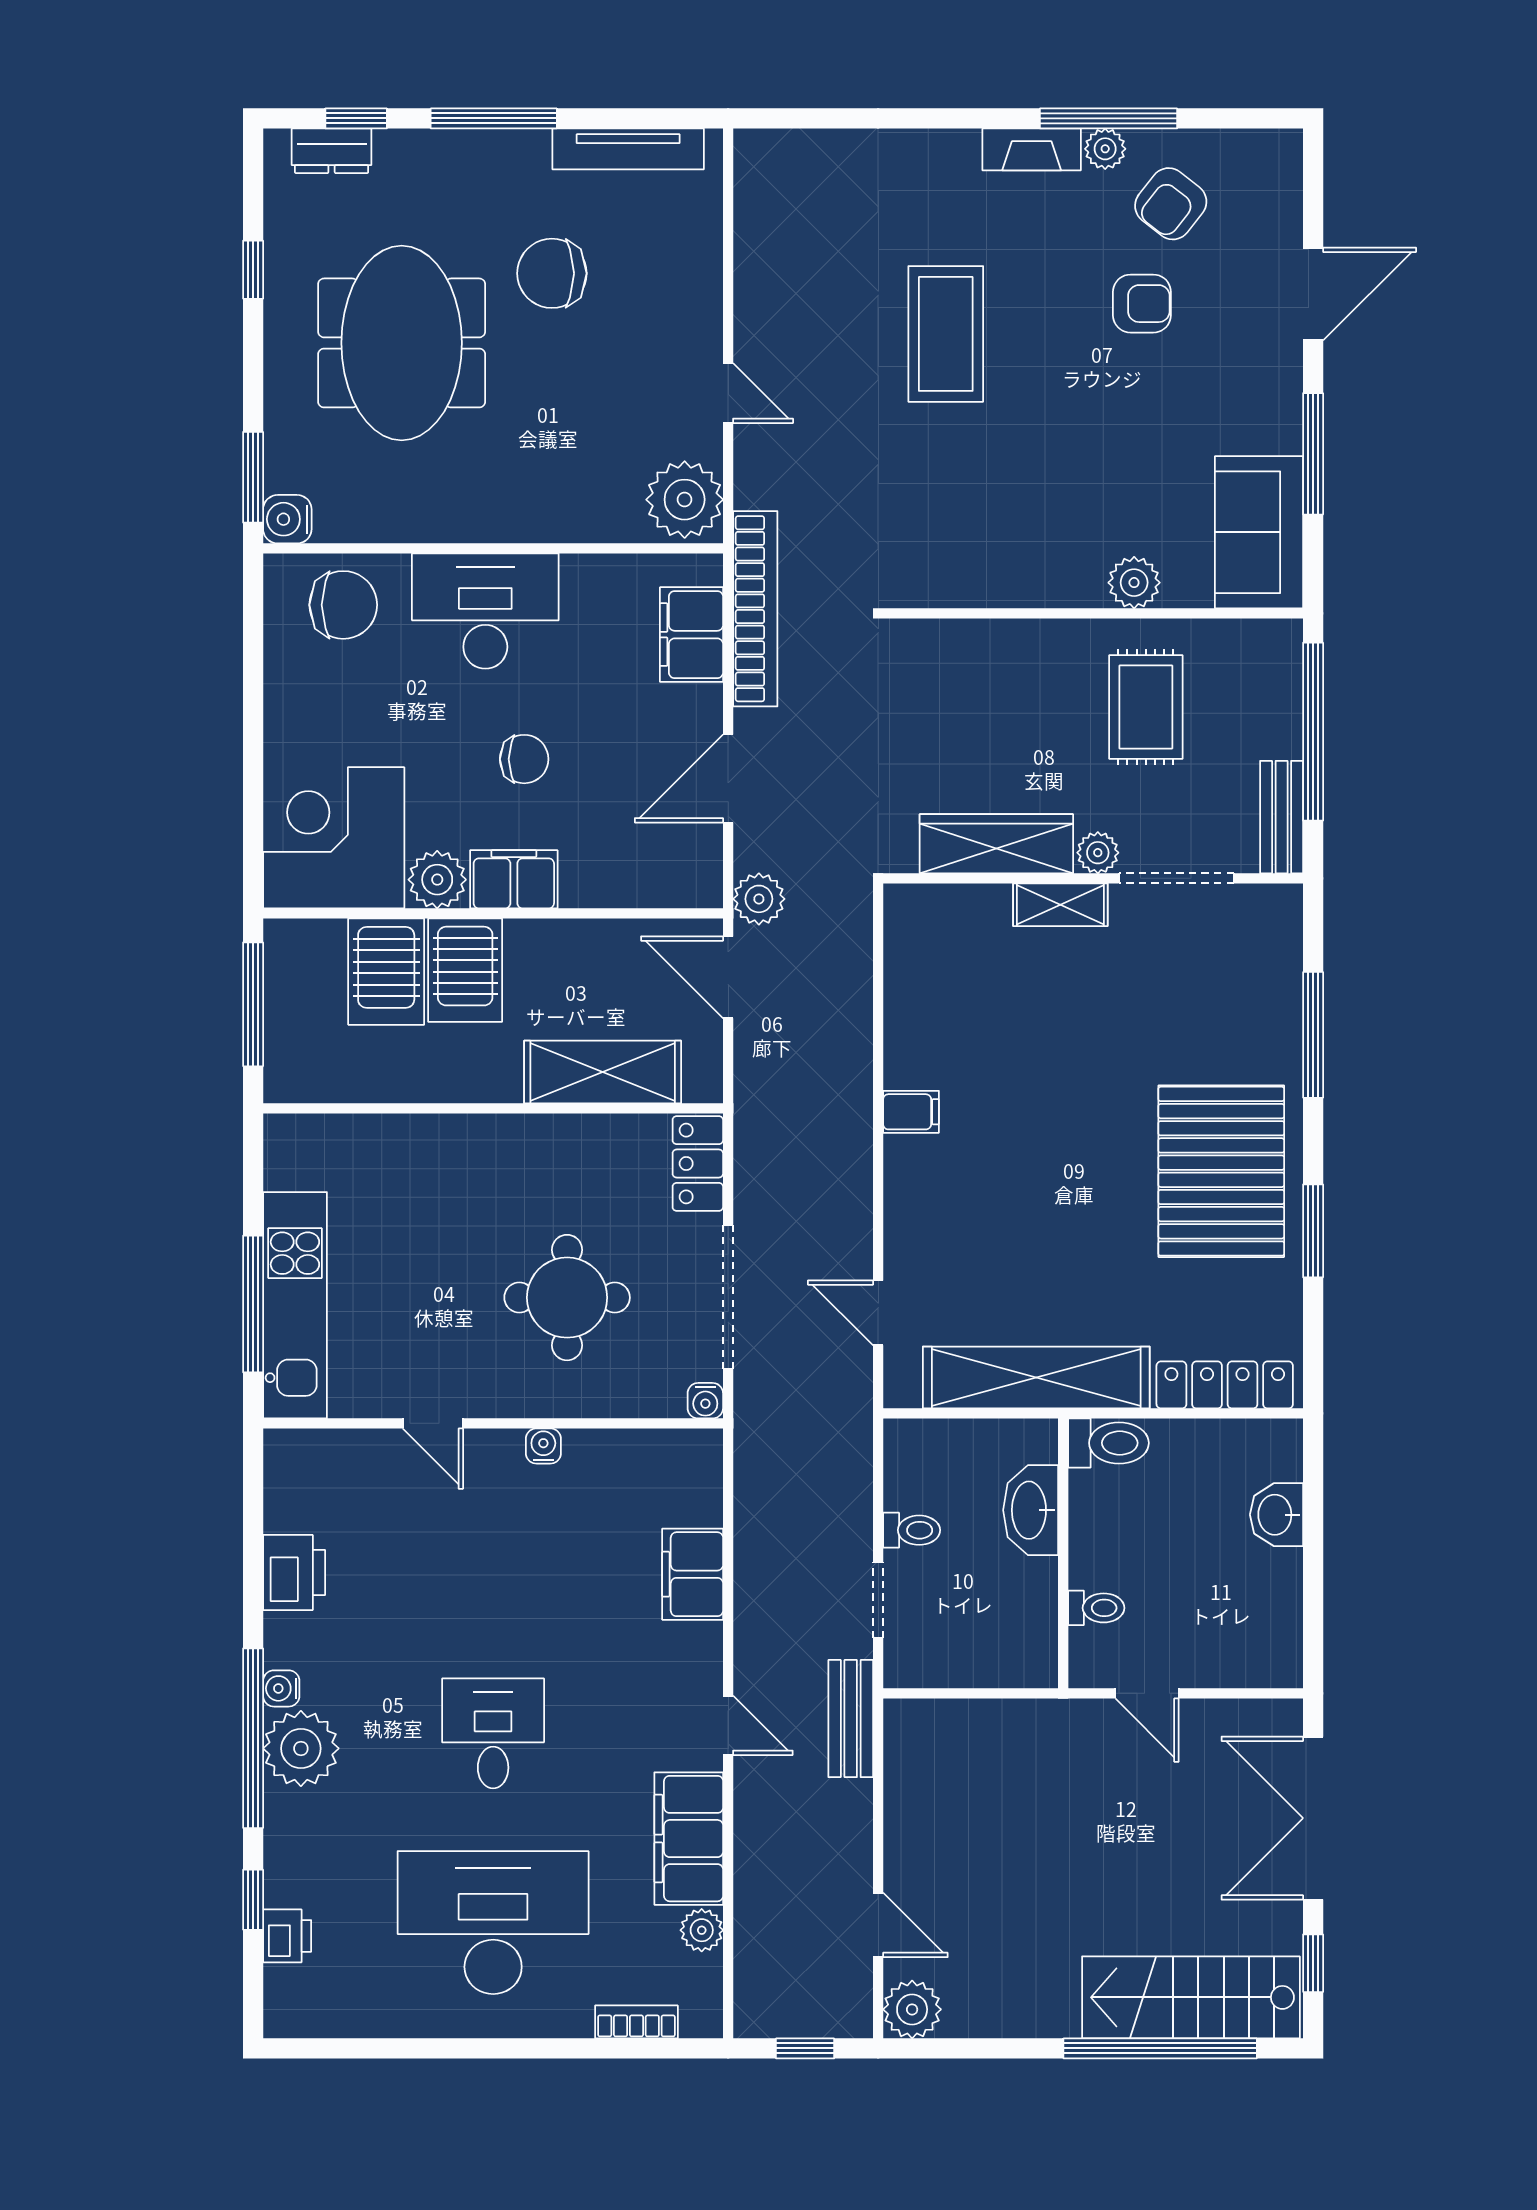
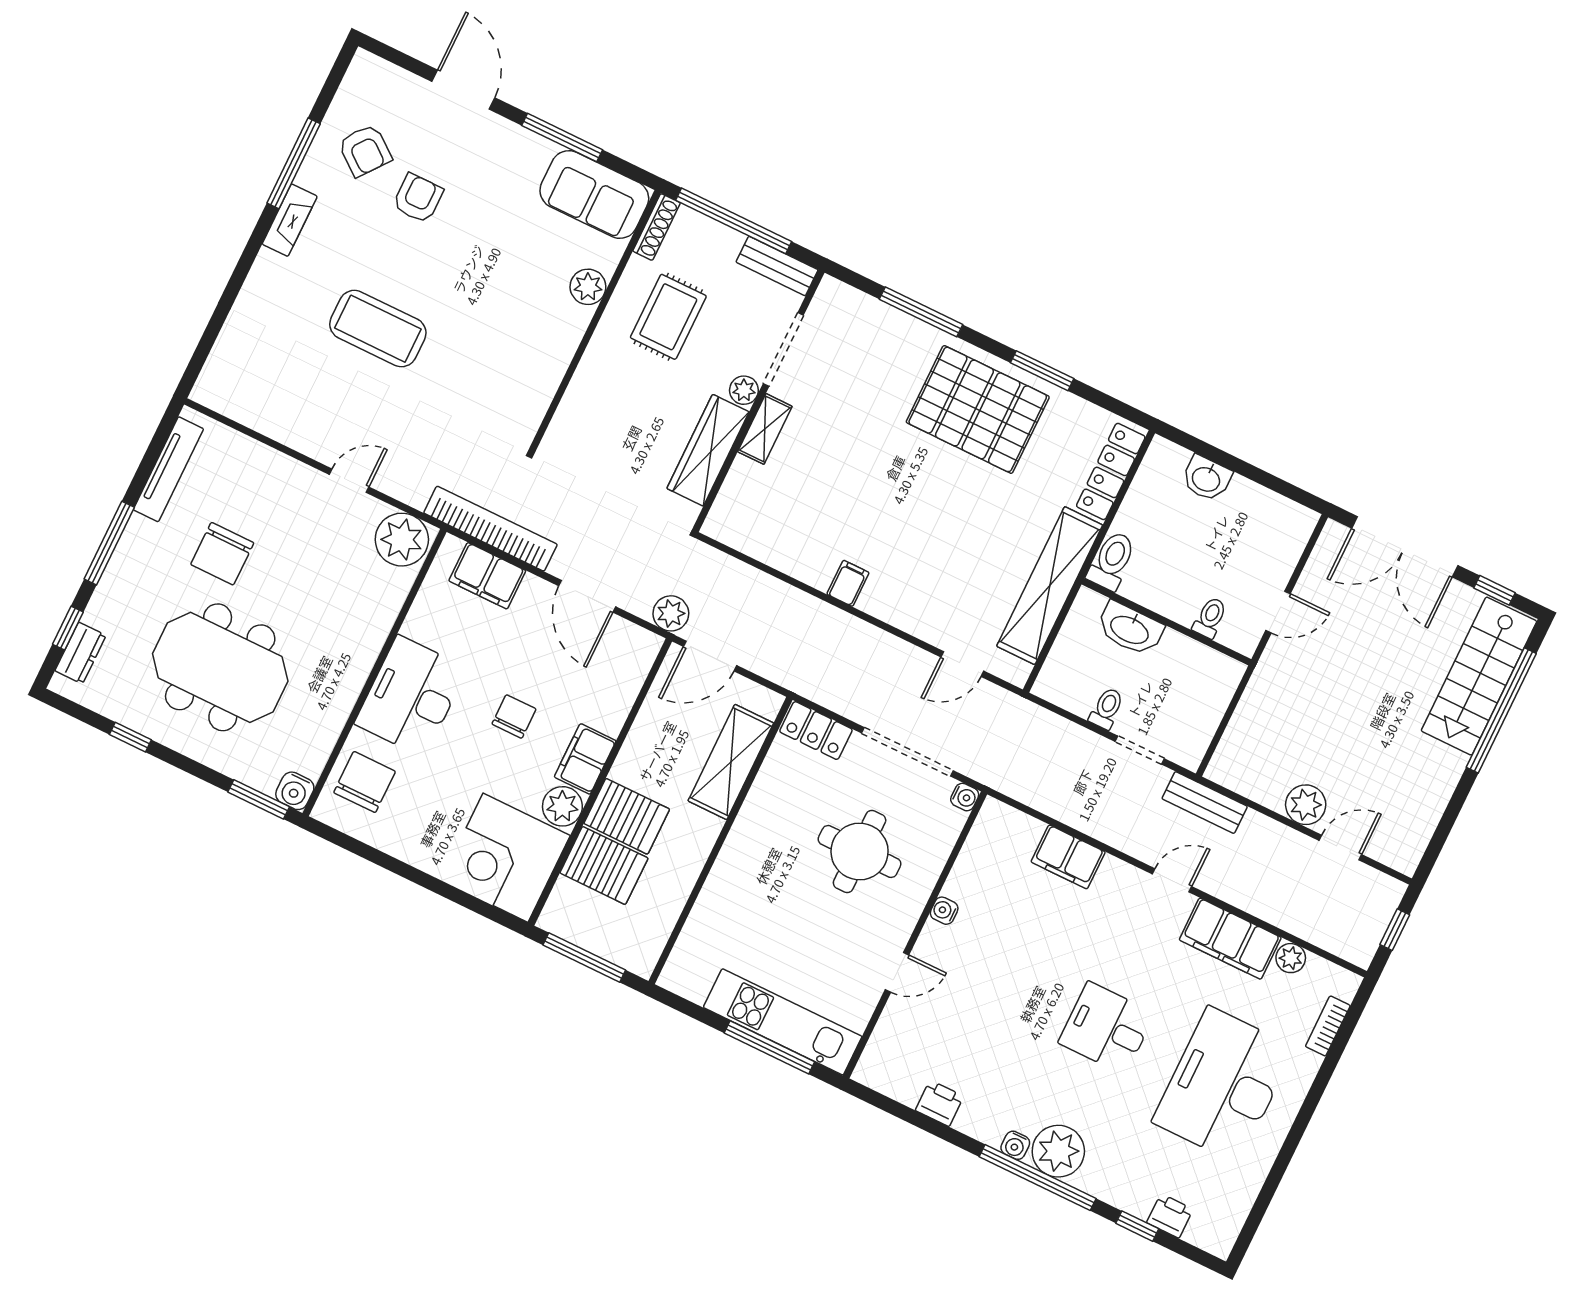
plant: (1105, 149) -> (311, 175), removed
shoe rack: (1256, 634) -> (657, 227), added
rug: (1146, 707) -> (668, 317), turned 90
printer: (294, 1572) -> (940, 1103), width x0.73, depth x0.81
plant: (912, 2009) -> (1306, 805), moved

